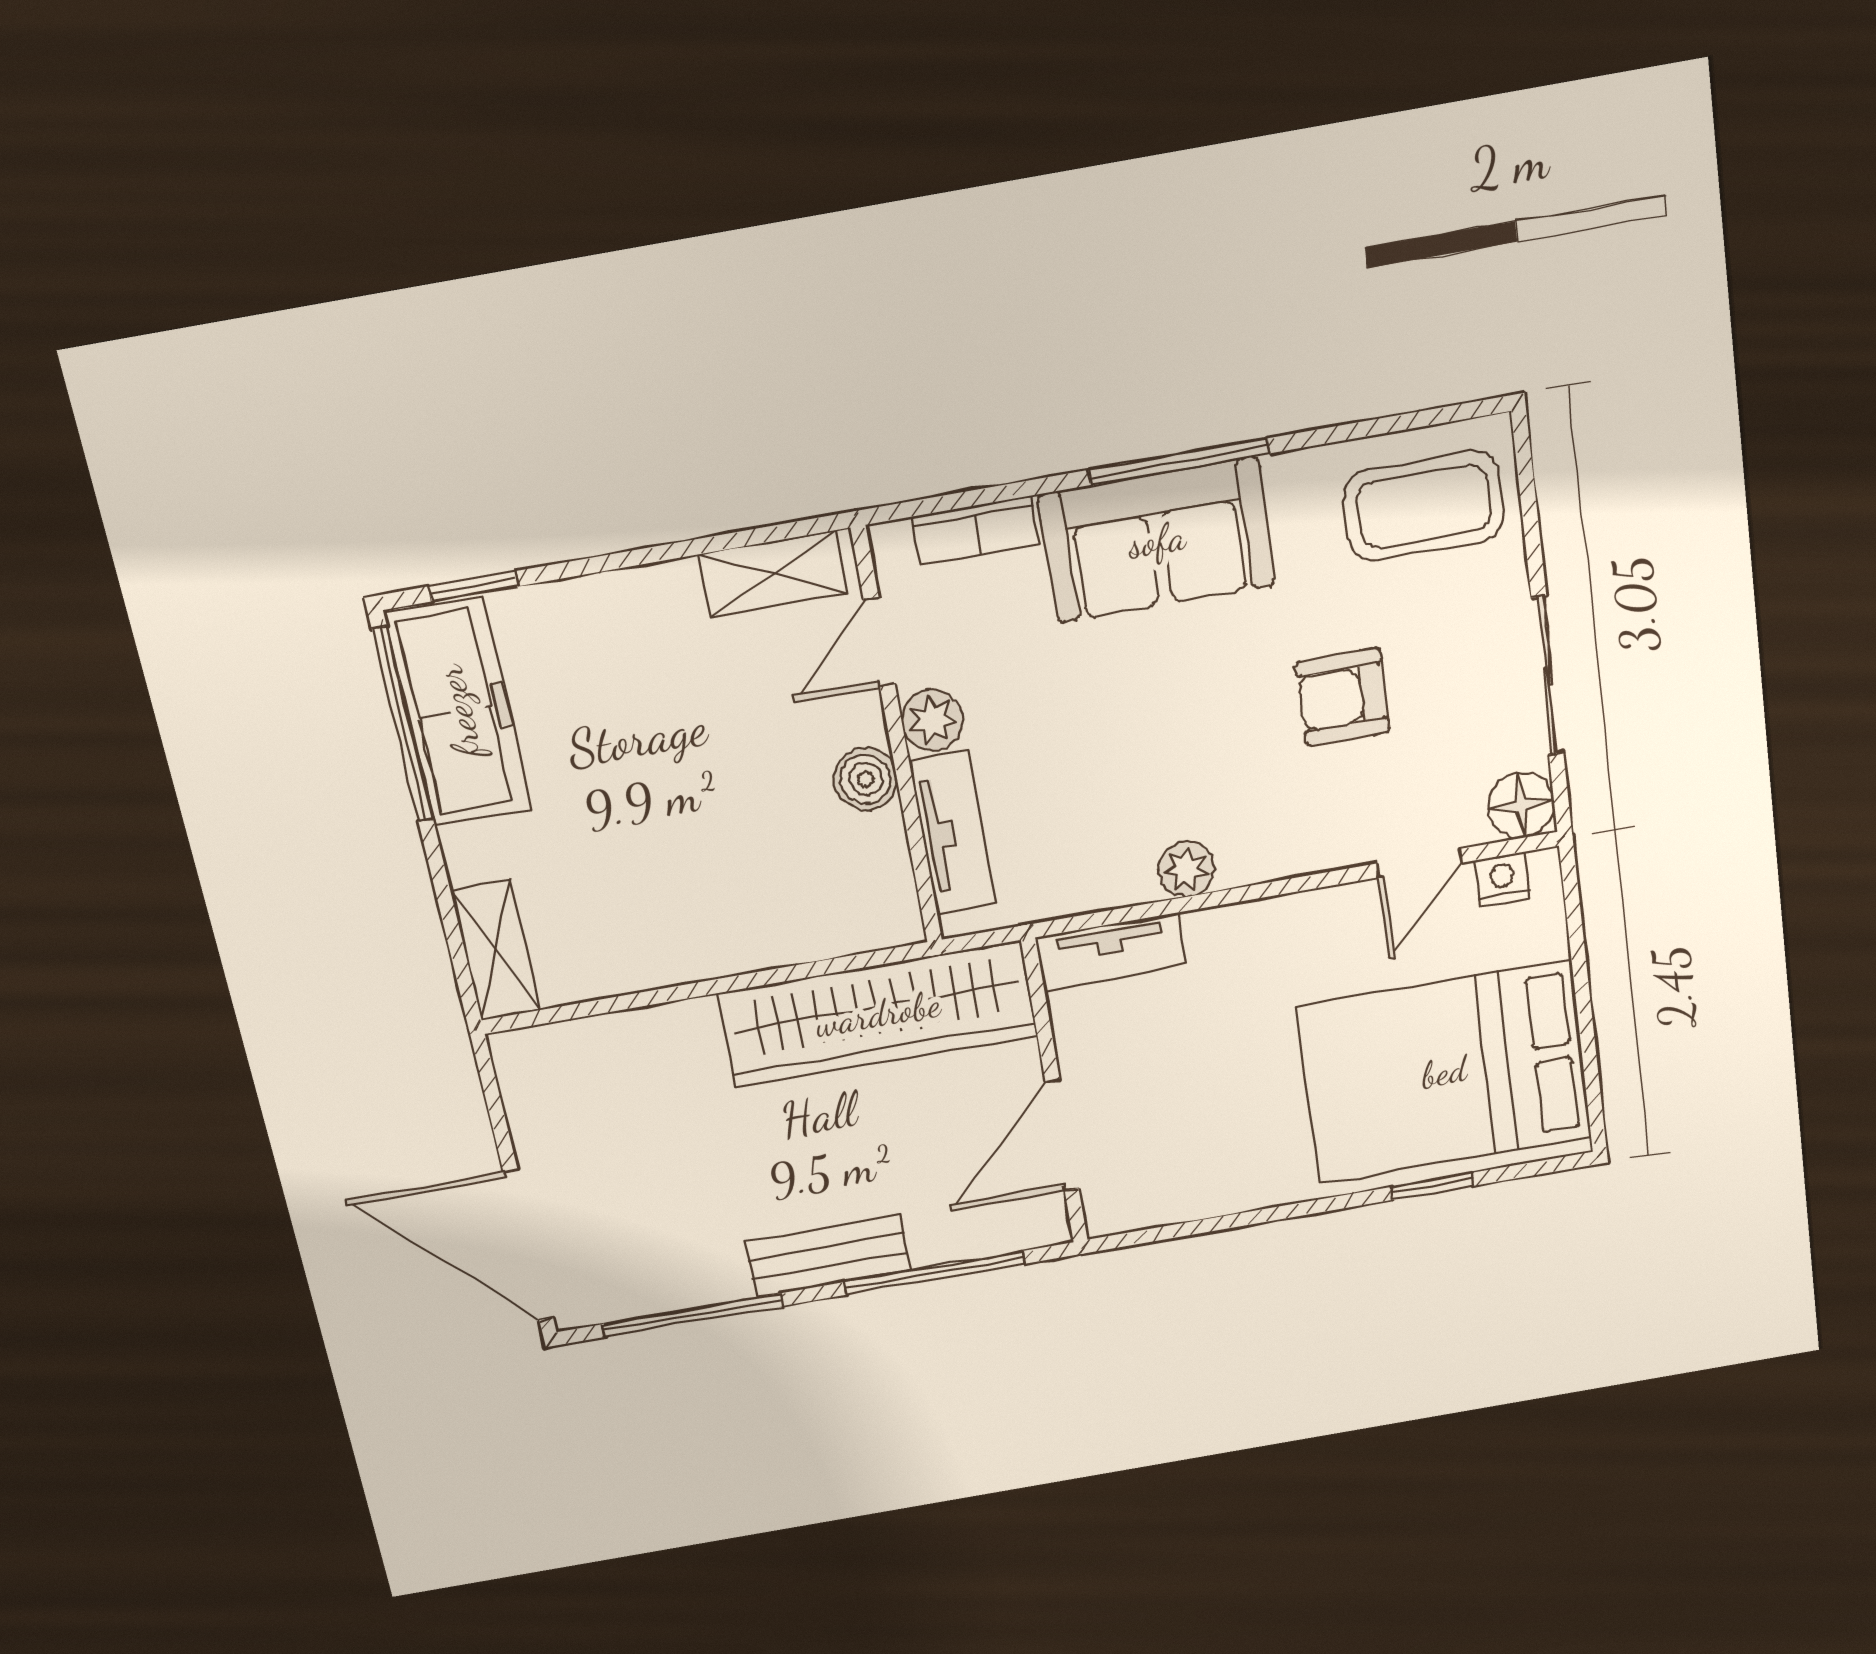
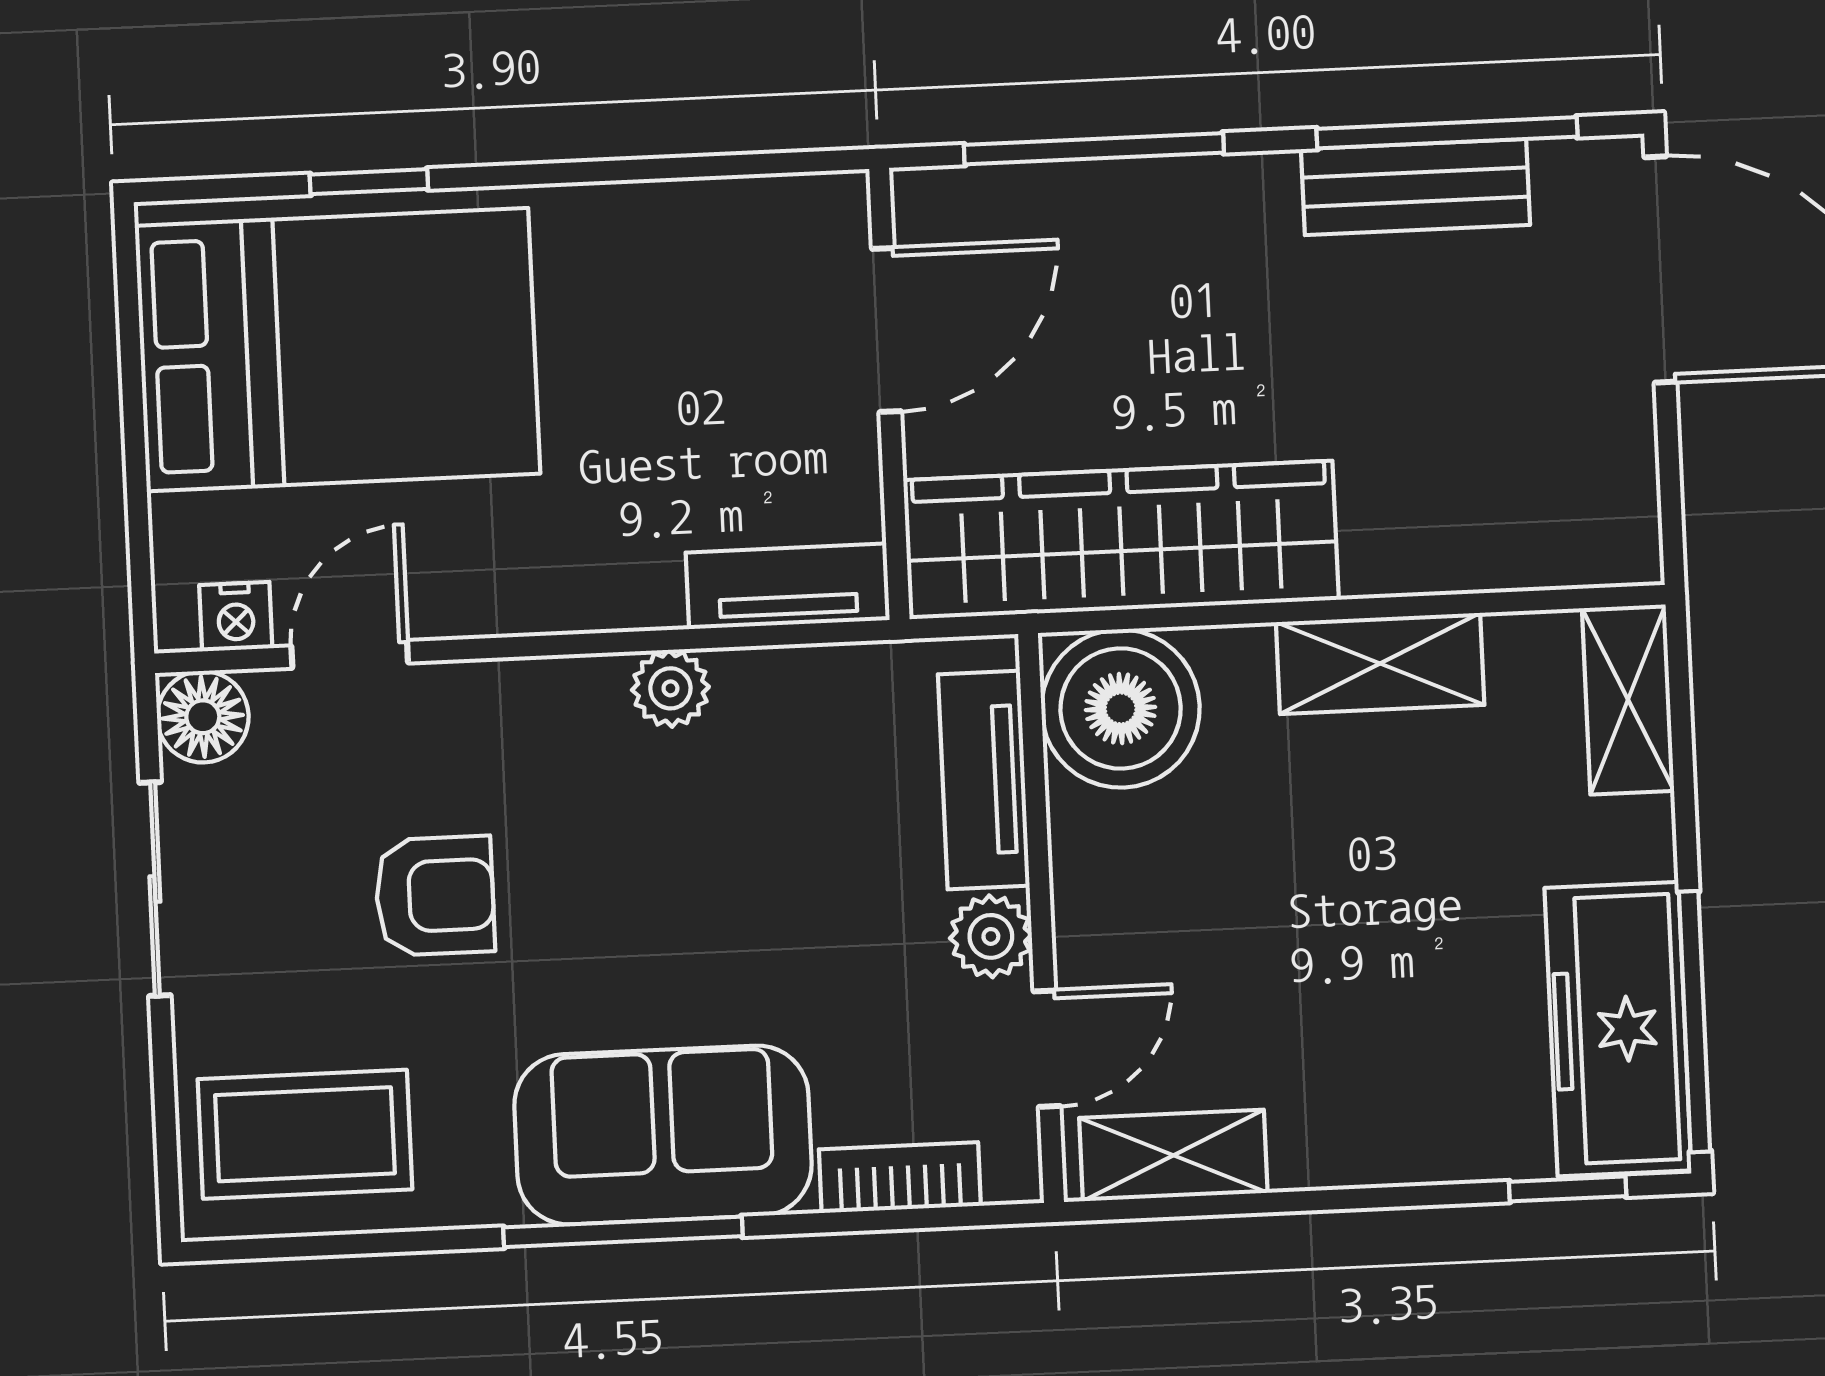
boiler: (866, 779) -> (1121, 708), moved, width x1.86, depth x1.86
shelving: (679, 953) -> (1380, 664), added
bench: (828, 1256) -> (1415, 187), moved

